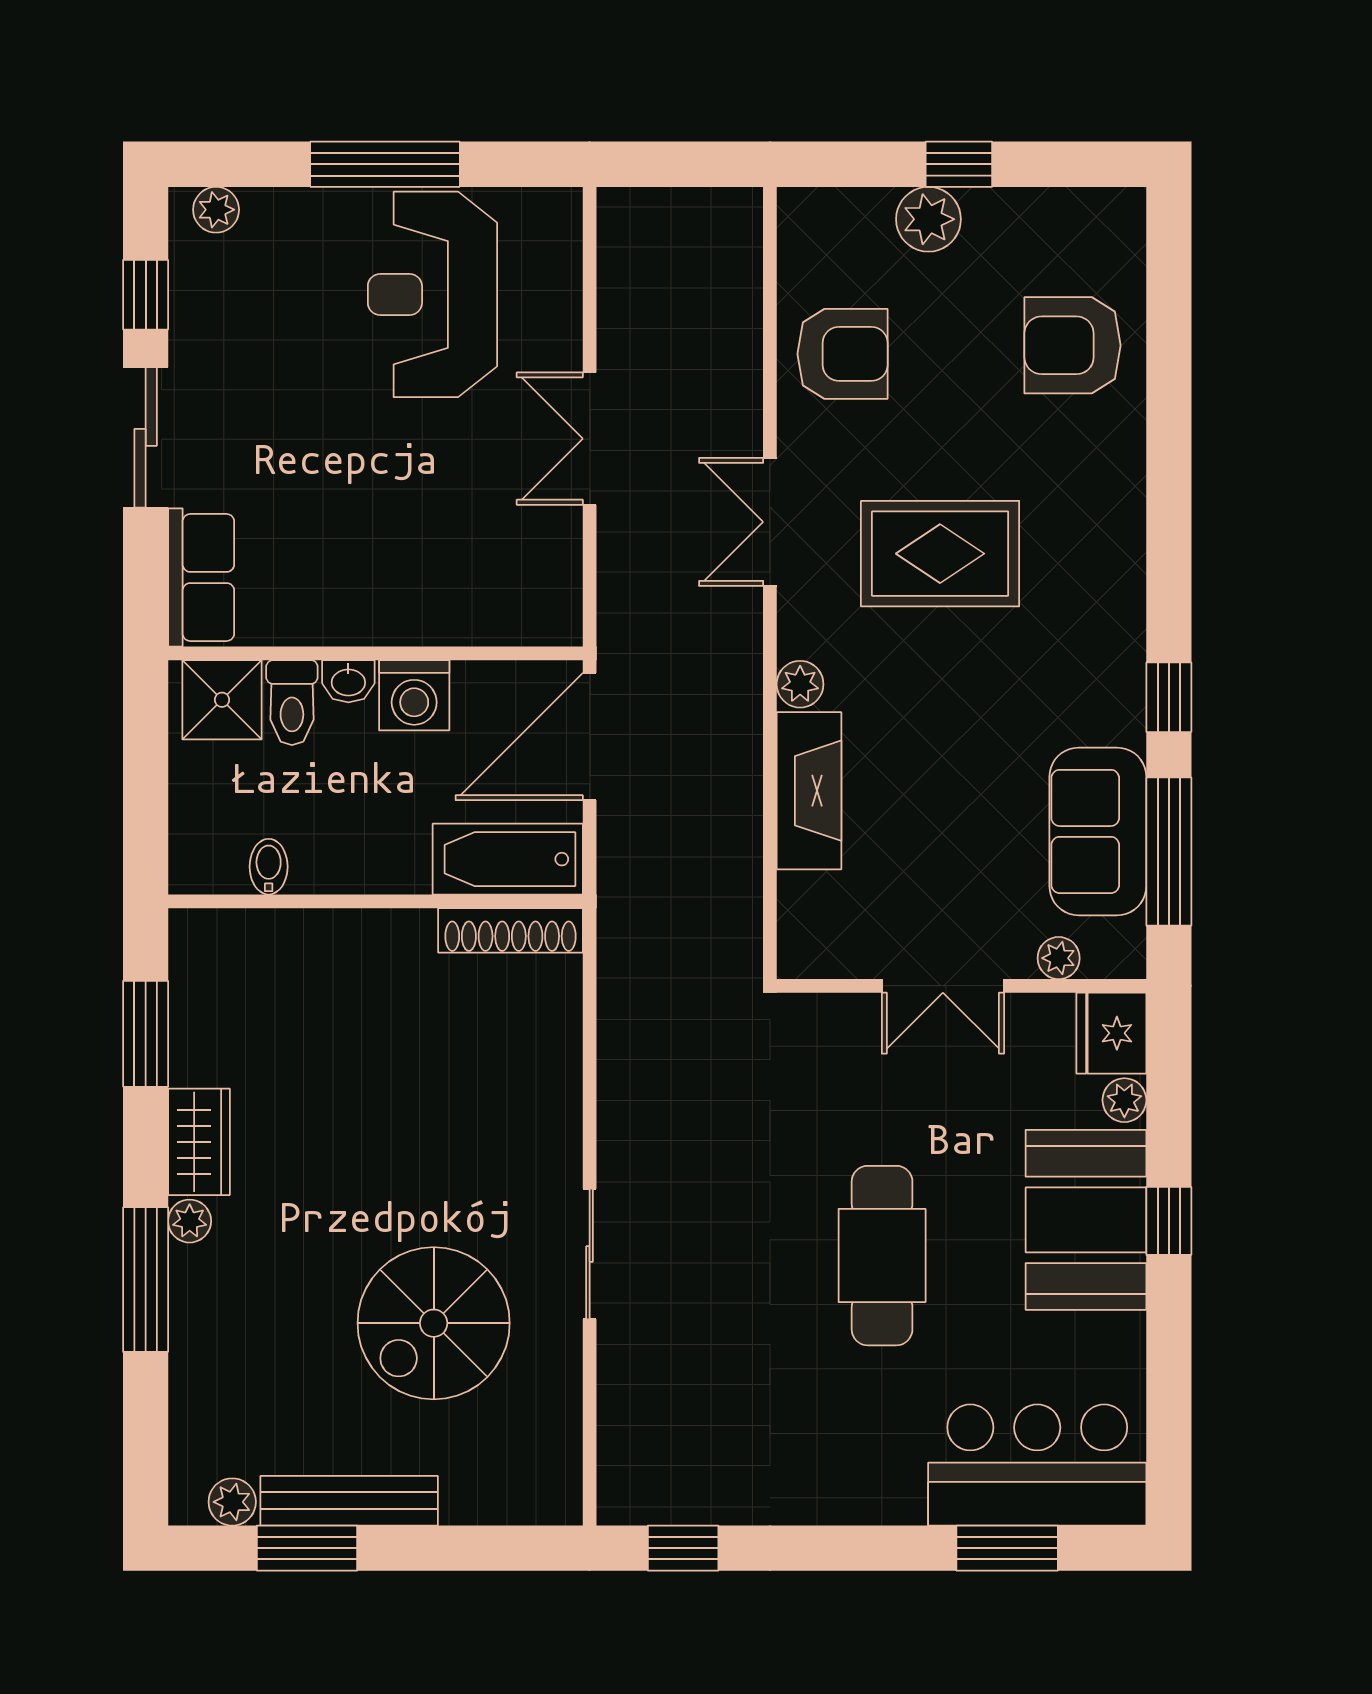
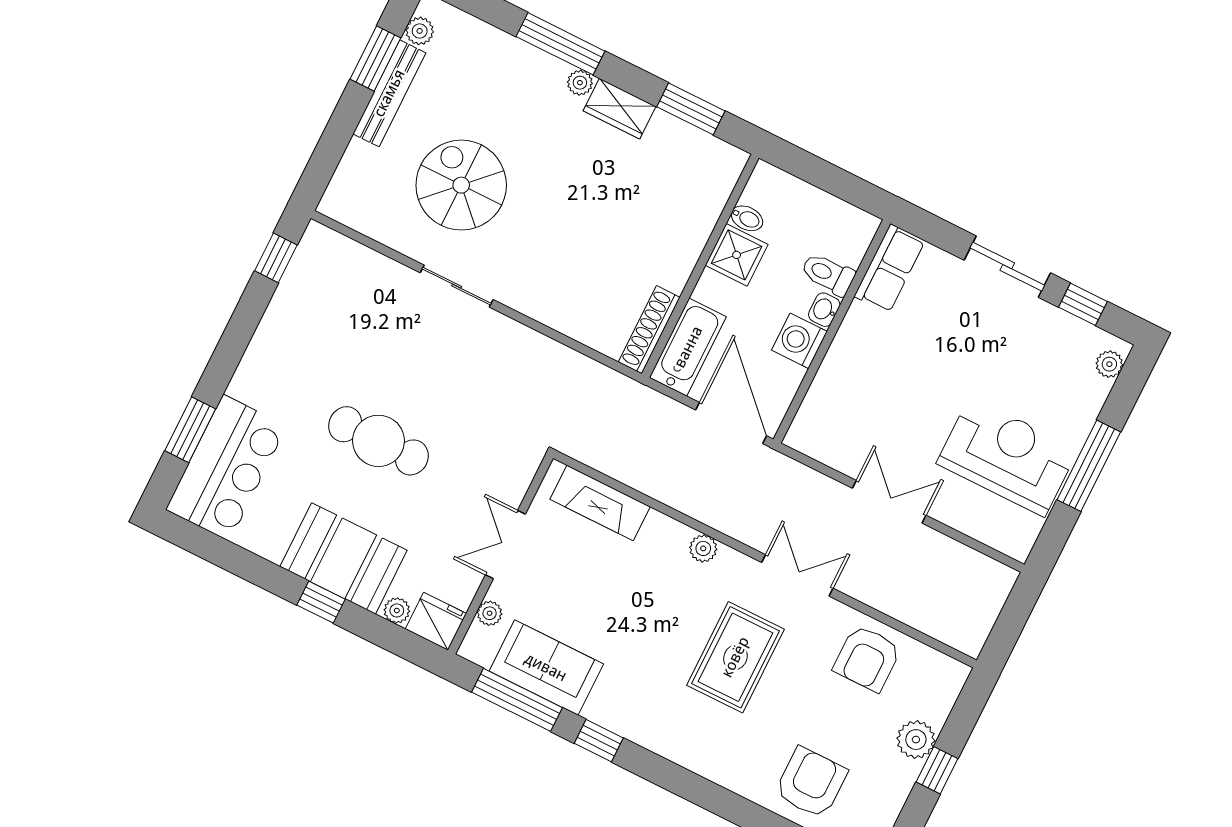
row of seats: (201, 577) -> (890, 269), moved, turned -90
shower: (222, 700) -> (737, 255), moved
fireplace: (809, 791) -> (600, 503), moved

